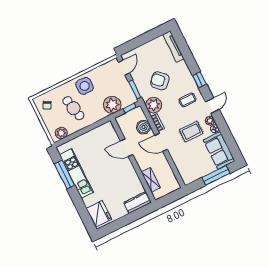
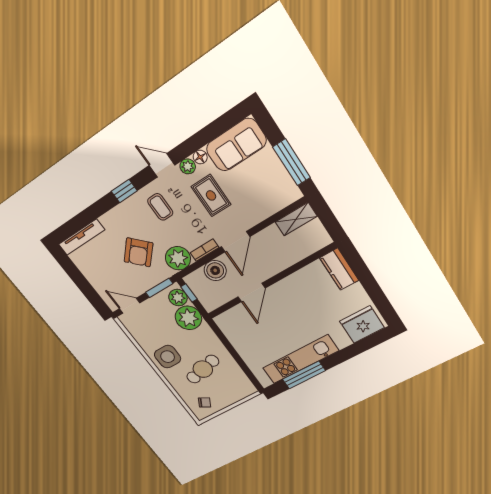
plant: (61, 133) -> (178, 298), moved
window: (216, 175) -> (292, 162), moved
shelving: (151, 180) -> (296, 219), moved

